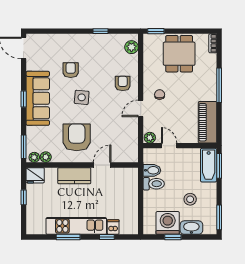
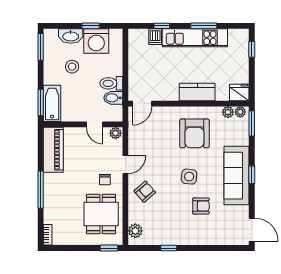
dining table: (179, 54) -> (101, 214), moved
armchair: (71, 70) -> (201, 206), turned -90
armchair: (123, 83) -> (145, 192), turned -131
door: (102, 165) -> (142, 104), moved
window: (24, 197) -> (252, 49), moved

